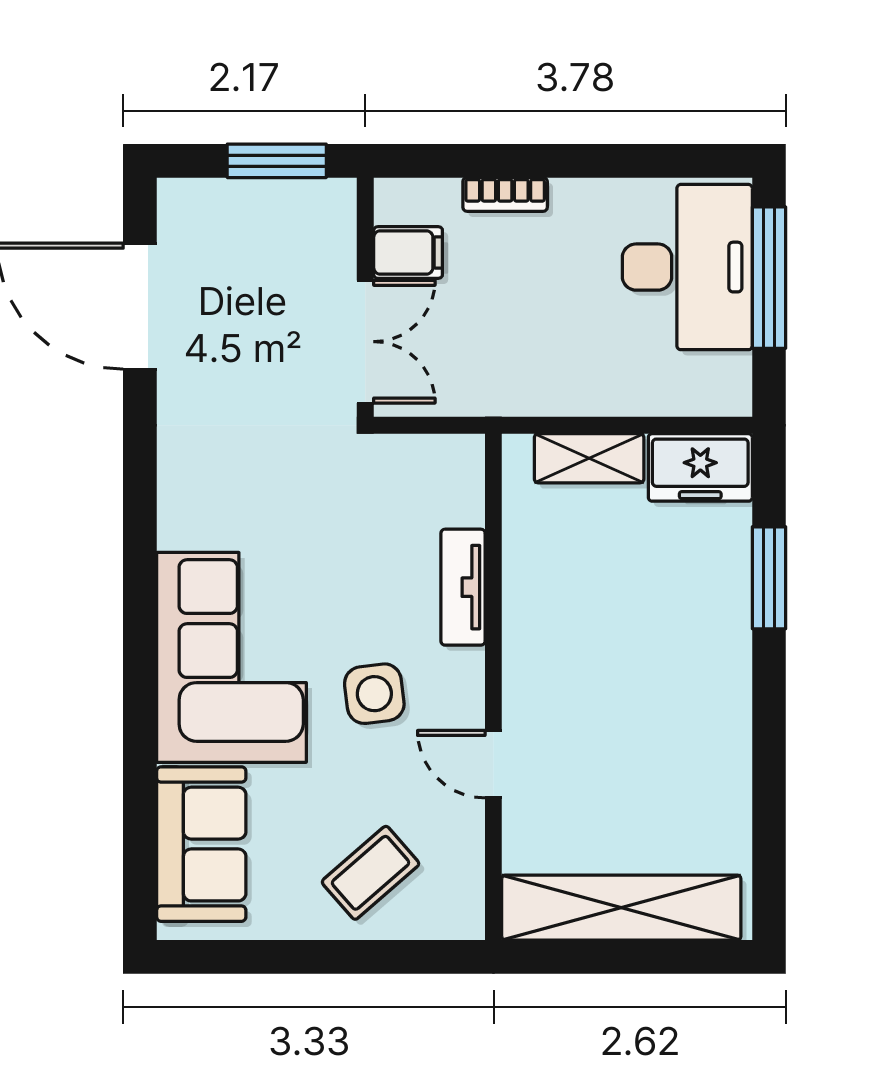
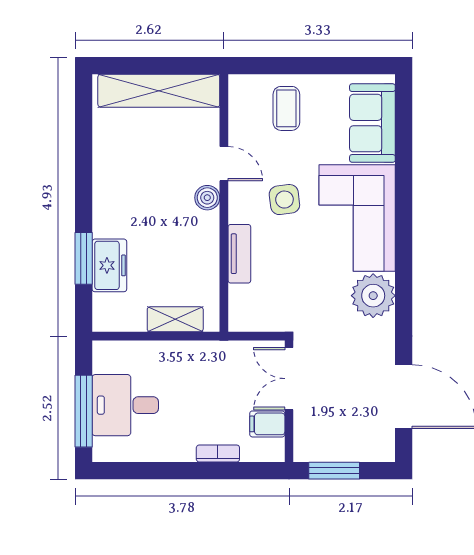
desk: (687, 267) -> (125, 405), width x0.73
freezer: (700, 467) -> (109, 265), moved, turned 90
plant: (200, 505) -> (373, 296), added
boiler: (526, 697) -> (207, 198), added
coffee table: (371, 873) -> (286, 108), turned -49

